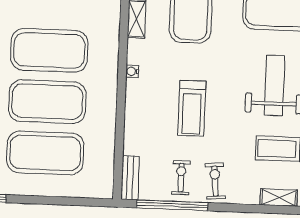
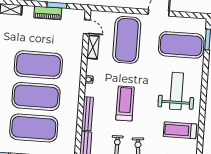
treadmill: (192, 108) -> (125, 104), turned 180
bench: (131, 127) -> (87, 114), added

